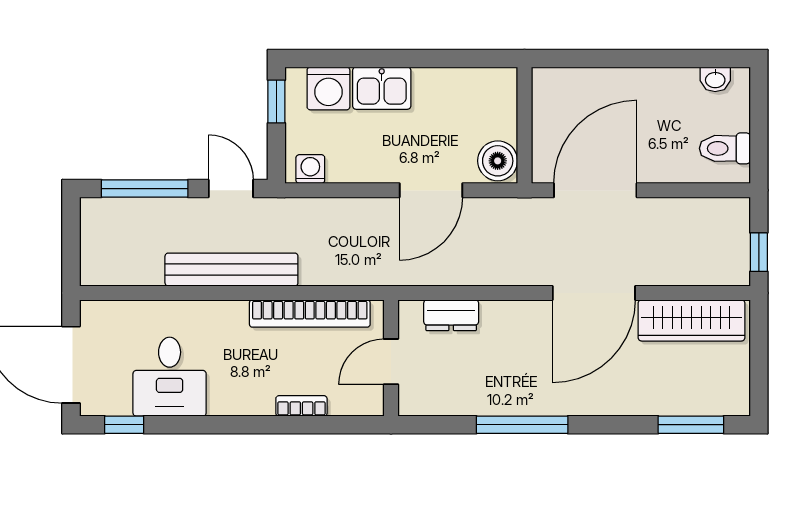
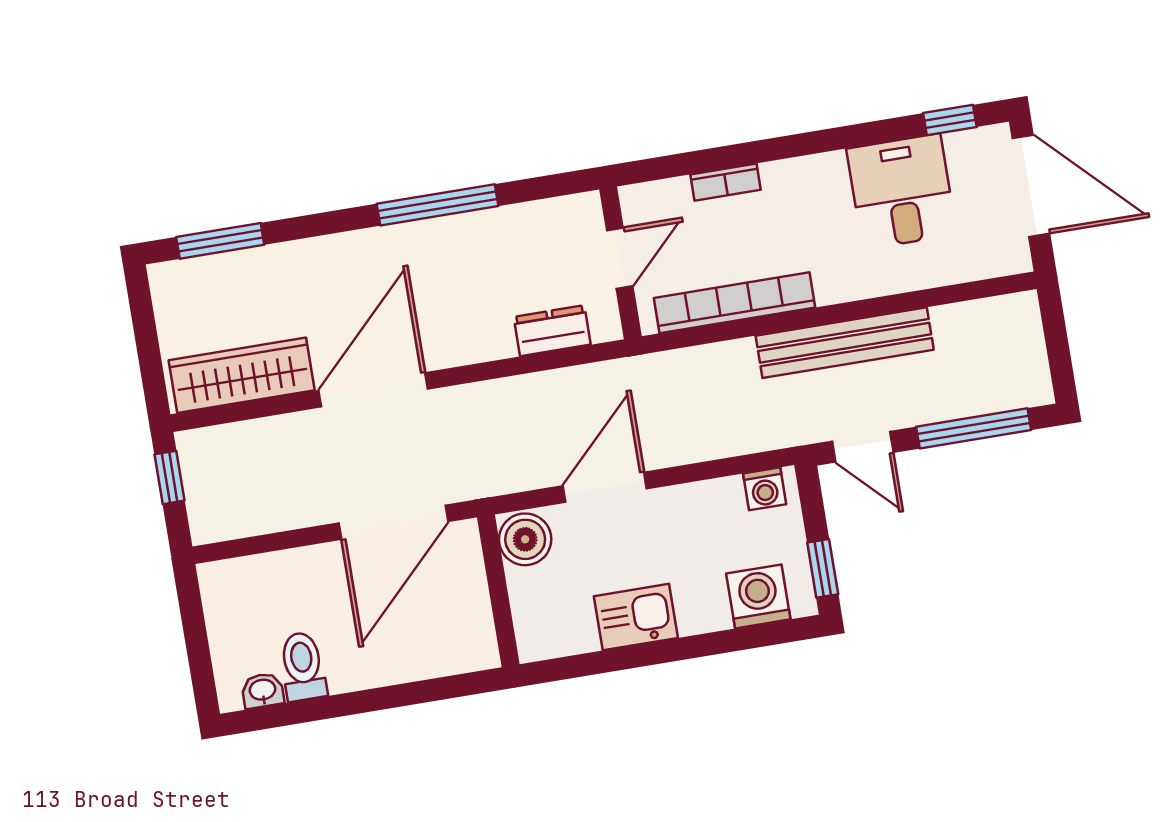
kitchen sink: (382, 88) -> (636, 617), moved
toilet: (725, 148) -> (303, 666), moved, turned -90

